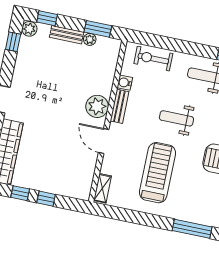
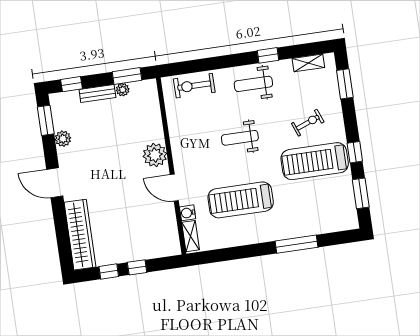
plant: (29, 29) -> (63, 139), moved
window: (13, 42) -> (46, 120), width x1.50
water cooler: (125, 83) -> (188, 213), moved
bench: (119, 106) -> (178, 147), removed
treadmill: (157, 173) -> (241, 200), turned -90

